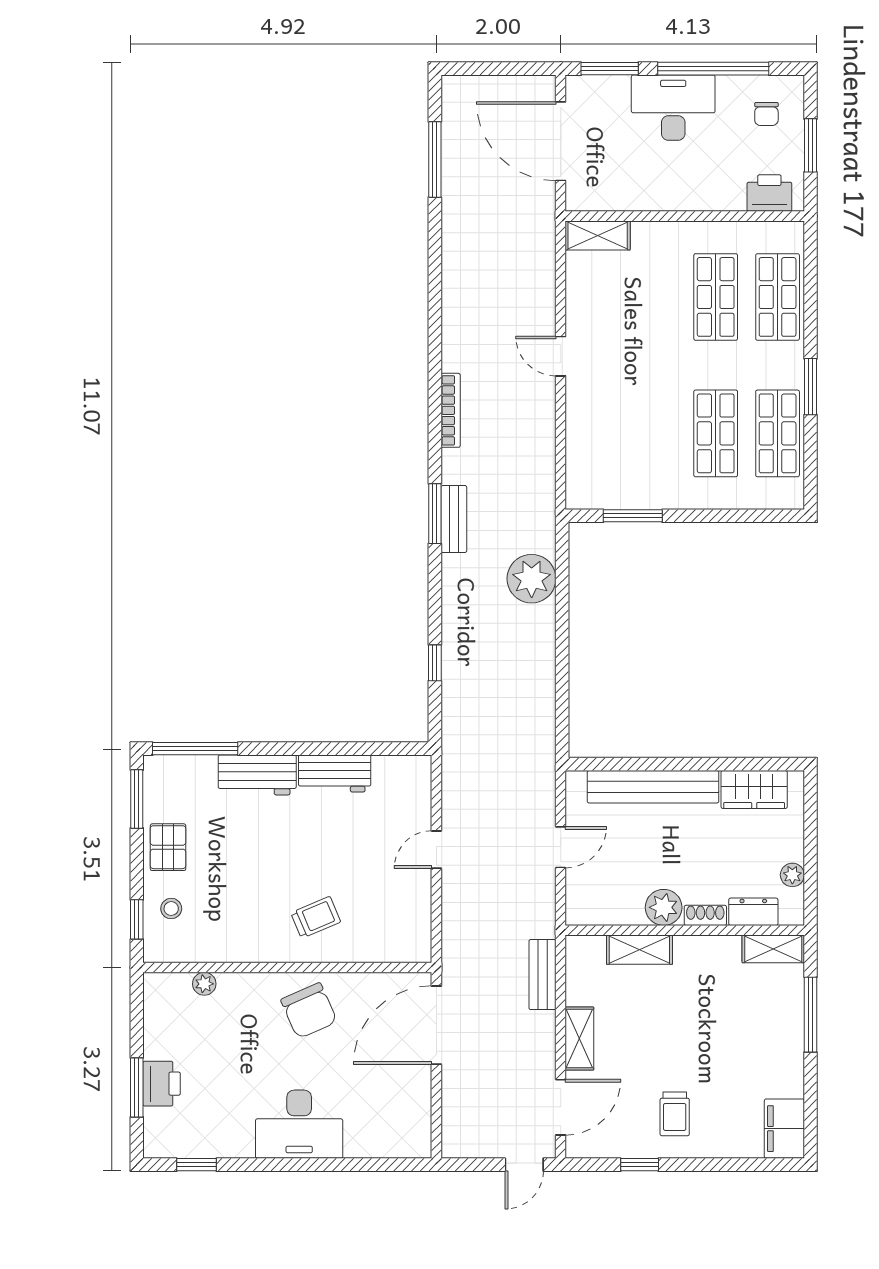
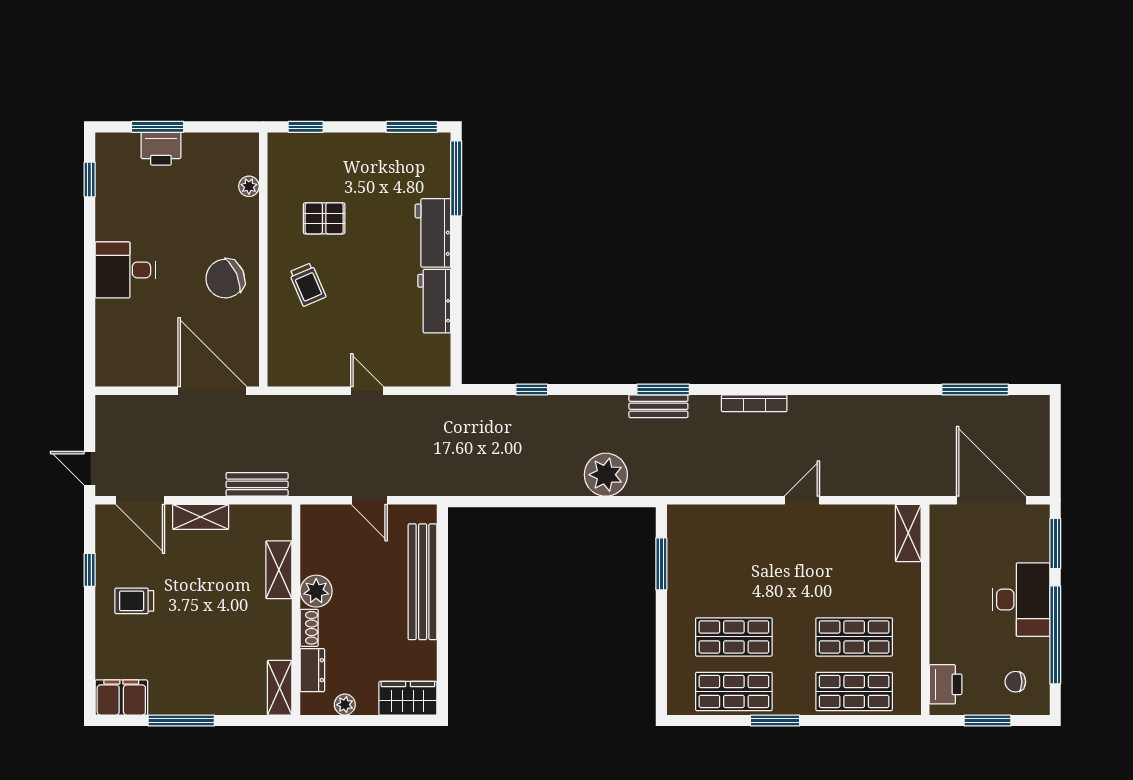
door: (561, 141) -> (991, 500), hinge flipped
wardrobe: (754, 789) -> (408, 698), moved, turned 90
pallet: (168, 847) -> (324, 218), moved
stool: (171, 909) -> (315, 157), removed
window: (810, 1015) -> (181, 720), moved
desk: (299, 1124) -> (125, 270), width x0.73

